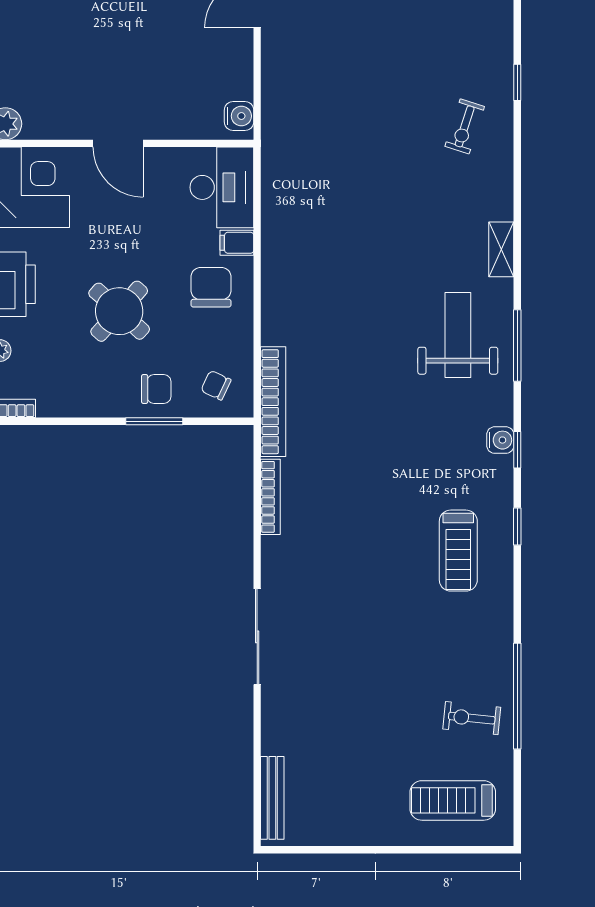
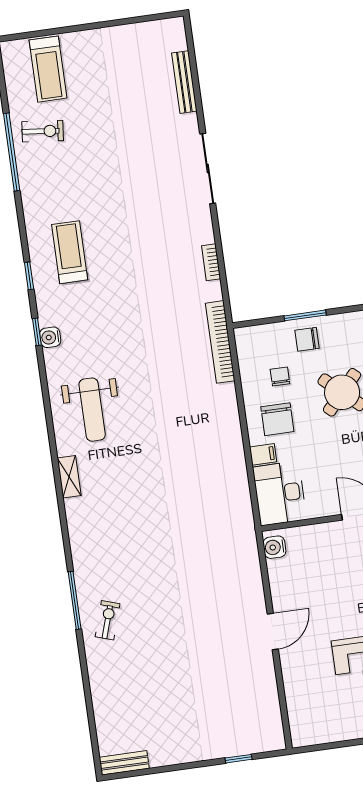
window: (517, 82) -> (75, 600), width x2.17
exercise bike: (465, 126) -> (108, 620), moved
window: (517, 345) -> (48, 408), removed
chair: (216, 385) -> (280, 376), moved, turned -115
bookcase: (270, 497) -> (211, 262), width x0.64
bench: (272, 798) -> (184, 82), moved
treadmill: (453, 800) -> (48, 69), turned 90

